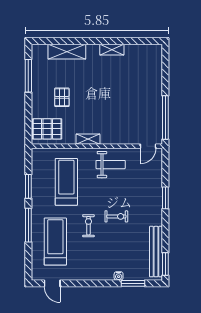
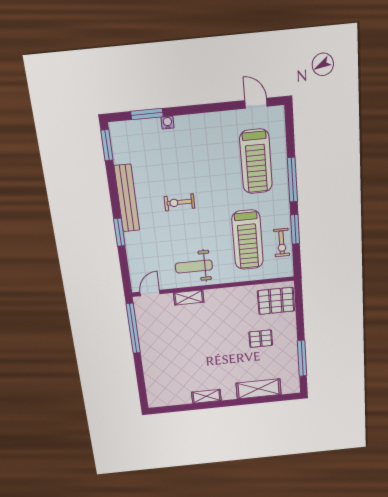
pallet: (62, 97) -> (261, 339), turned 90
shelving: (88, 139) -> (189, 298), moved
exercise bike: (88, 226) -> (282, 243), moved
bench: (156, 252) -> (127, 198), moved

